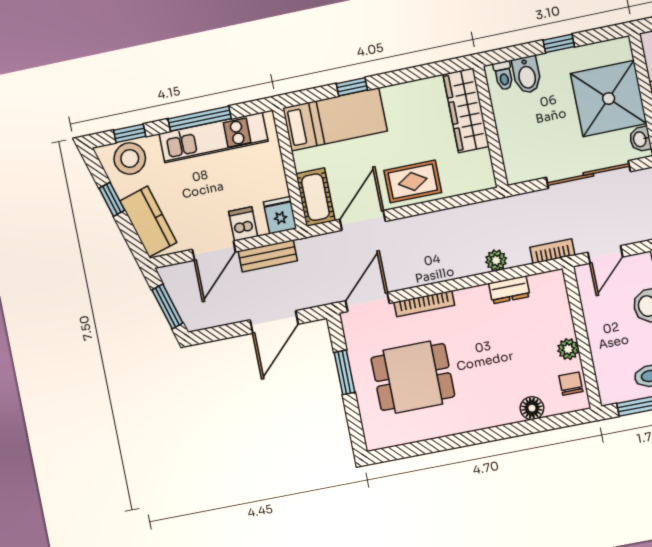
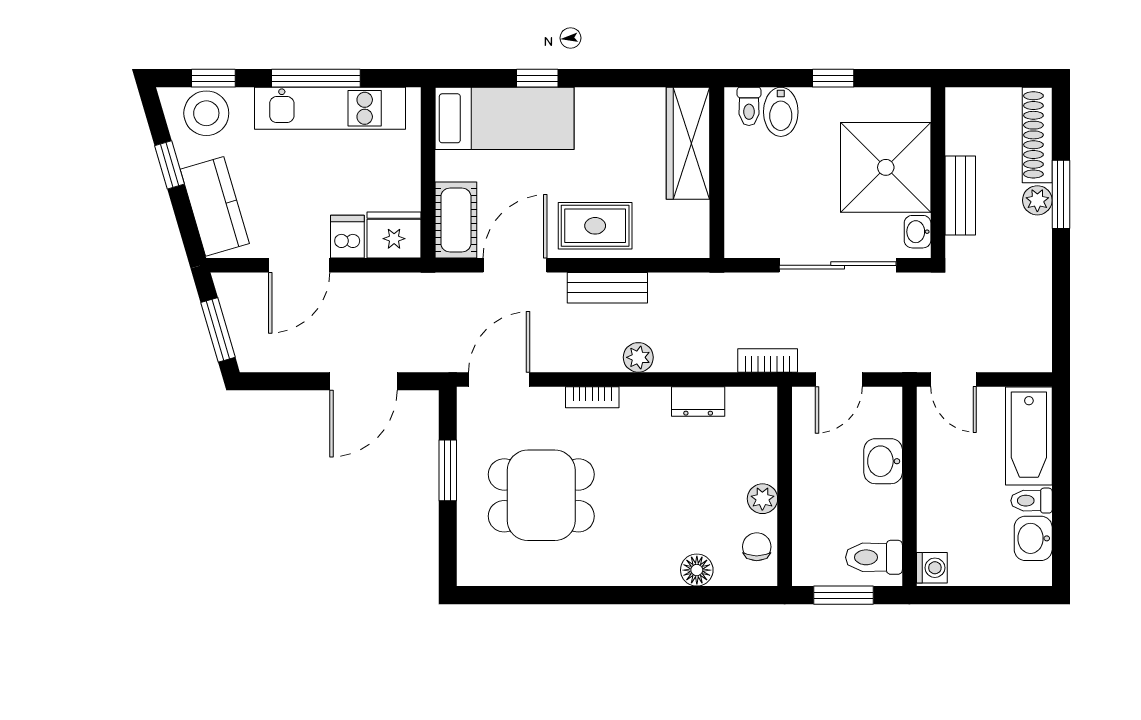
fridge: (280, 215) -> (394, 235), width x1.38
bench: (268, 256) -> (607, 288), moved
plant: (496, 260) -> (638, 357), moved
bookcase: (424, 304) -> (592, 397), width x0.64

